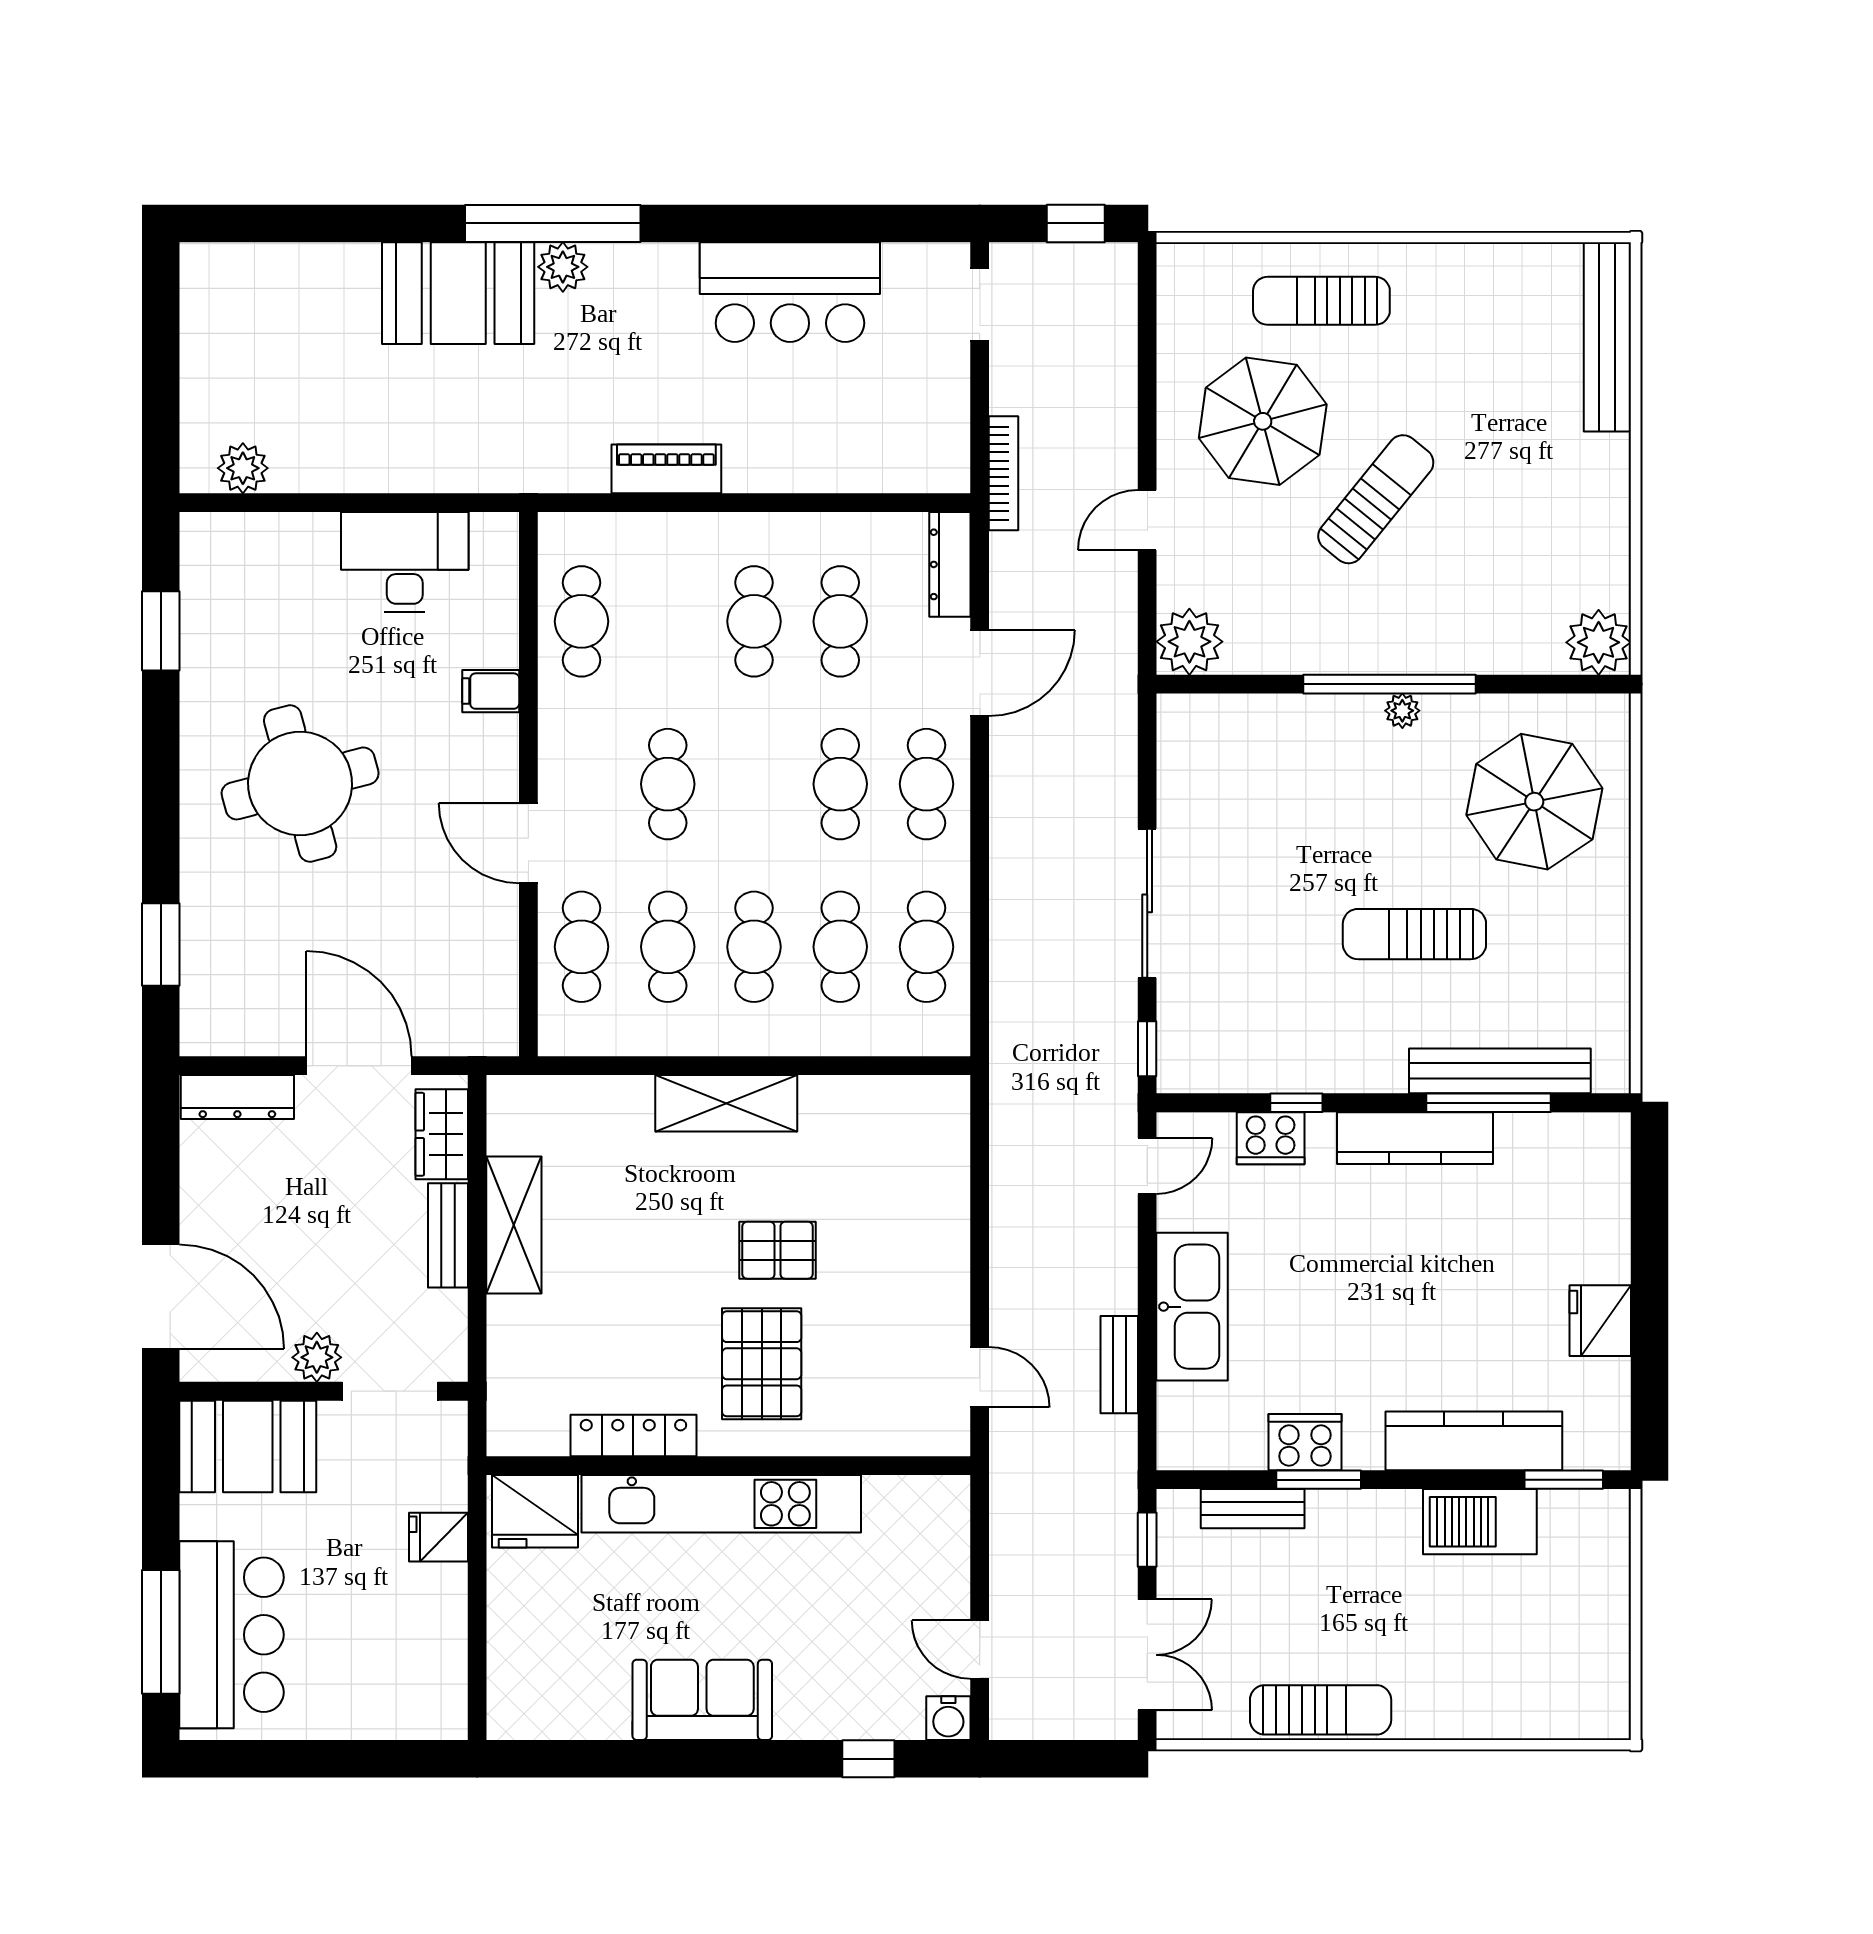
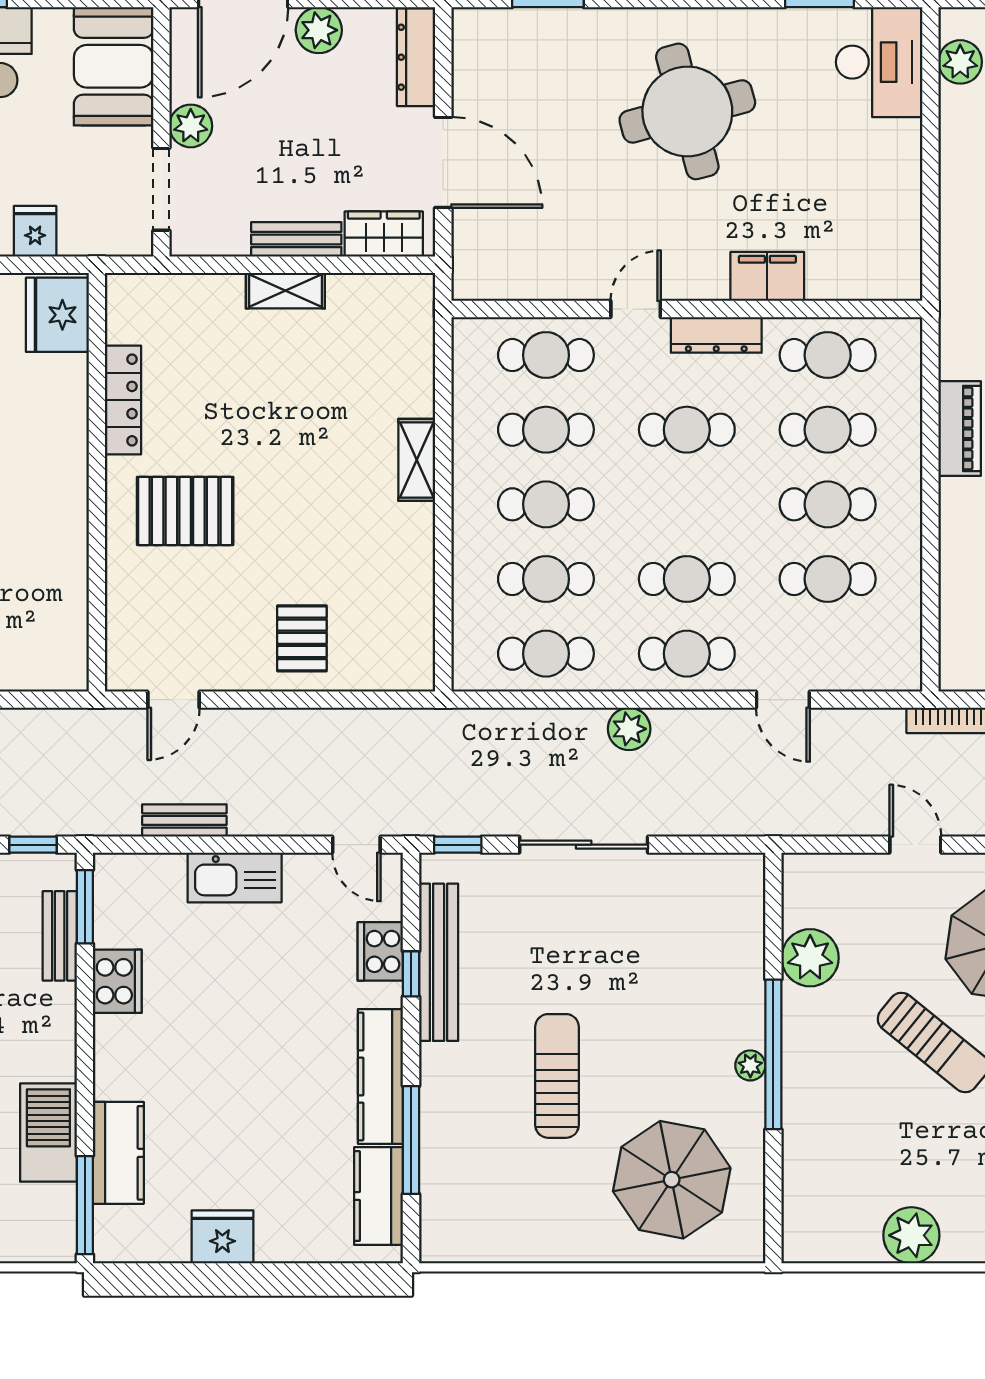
desk: (405, 562) -> (879, 62), moved
dresser: (950, 564) -> (716, 335), moved, turned 180
cafe table: (668, 621) -> (828, 430), added
plant: (1189, 642) -> (810, 958), moved
plant: (1599, 642) -> (911, 1235), moved
door: (980, 673) -> (783, 700), width x0.73
filing cabinet: (491, 691) -> (767, 276), width x2.00
door: (528, 843) -> (636, 309), width x0.73
plant: (1013, 851) -> (629, 729), added
door: (359, 1066) -> (443, 162), hinge flipped
bench: (1500, 1071) -> (439, 962), moved
shelving: (726, 1103) -> (417, 460), width x0.67, depth x0.75
kitchen counter: (1553, 1140) -> (379, 1196), added
plant: (206, 1209) -> (319, 30), added
shelving: (514, 1225) -> (285, 291), width x0.67, depth x0.75
pallet: (778, 1250) -> (302, 638), moved
kitchen sink: (1192, 1307) -> (235, 877), width x0.73, depth x0.81
kitchen counter: (1474, 1441) -> (118, 1153), width x0.67
window: (1319, 1480) -> (85, 907), moved
window: (1564, 1480) -> (85, 1205), width x1.44
kitchen unit: (721, 1504) -> (64, 476), removed

